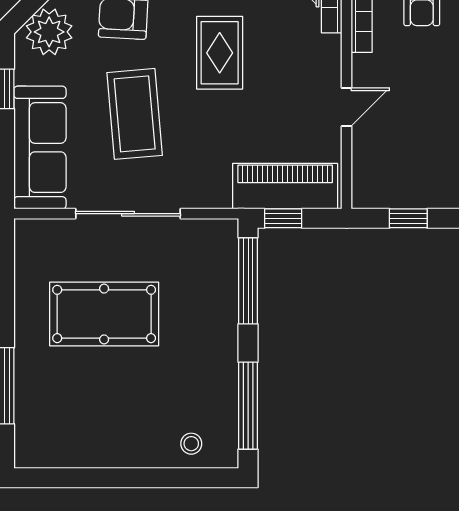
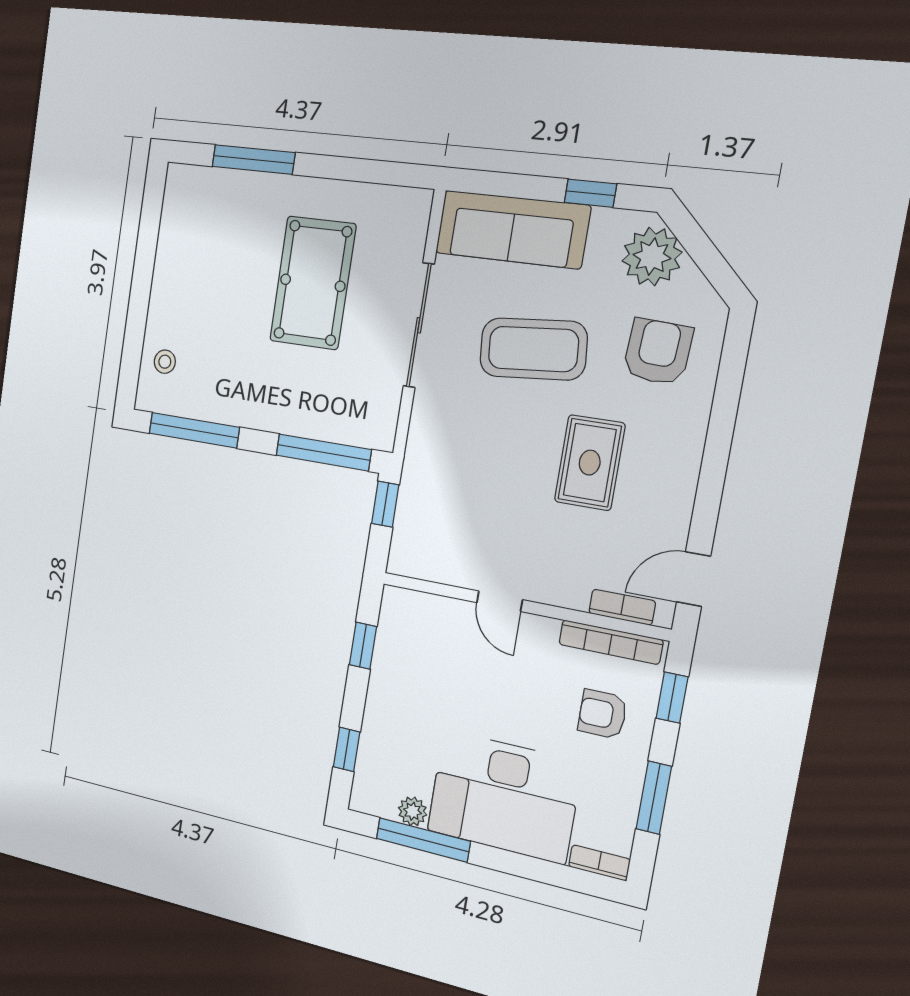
rug: (220, 53) -> (590, 463), turned 90
piano: (285, 186) -> (421, 513), removed

